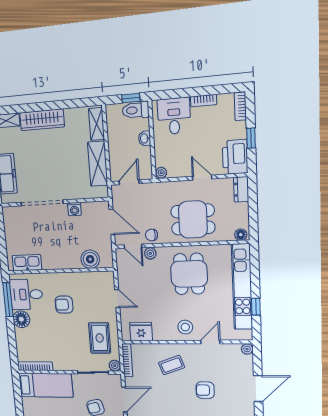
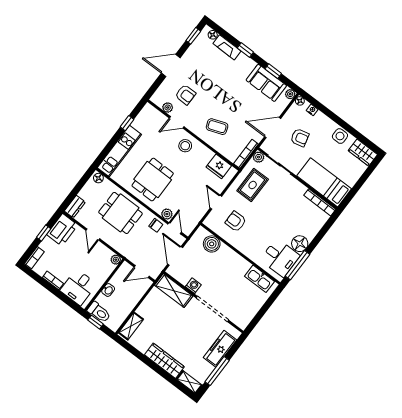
shelving: (98, 164) -> (174, 291), moved, turned 90
kitchen unit: (242, 287) -> (119, 151), width x0.73
armchair: (64, 305) -> (236, 221), moved, turned 180
plant: (247, 349) -> (168, 108), moved
armchair: (205, 390) -> (185, 95), moved

